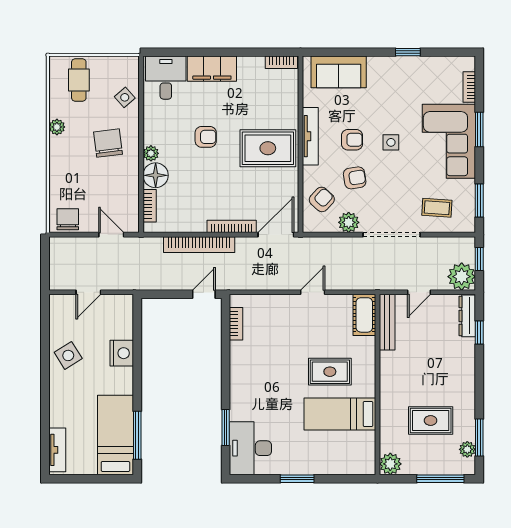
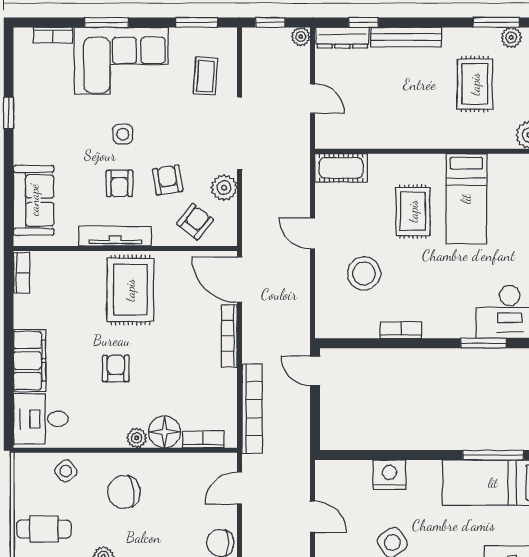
armchair: (352, 140) -> (119, 183), turned 180
armchair: (322, 199) -> (195, 222), turned 85
bookcase: (199, 245) -> (252, 409), moved
plant: (462, 277) -> (301, 37), width x0.53, depth x0.53
bench: (387, 322) -> (406, 37), moved
bookcase: (236, 324) -> (401, 330), moved
stool: (281, 333) -> (364, 273), added

